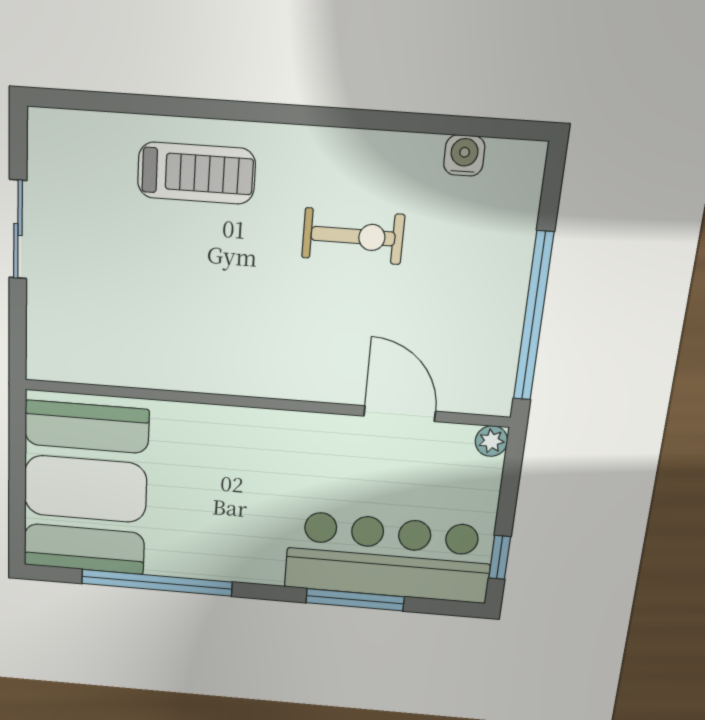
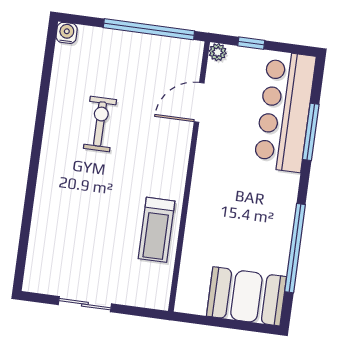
water cooler: (464, 155) -> (67, 33), moved, turned 90
treadmill: (196, 173) -> (157, 230), moved, turned 180
booth: (85, 489) -> (246, 296), width x0.73, depth x0.70
window: (500, 557) -> (251, 43), moved

